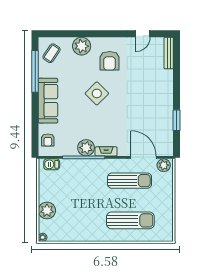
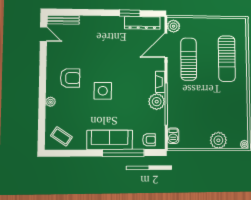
door: (143, 34) -> (43, 34), moved
plant: (82, 46) -> (50, 102), width x0.53, depth x0.53
window: (35, 71) -> (123, 153), moved
side table: (97, 93) -> (103, 91), turned 45
dresser: (167, 133) -> (142, 23), added
sun lounger: (130, 220) -> (227, 59), turned 180

